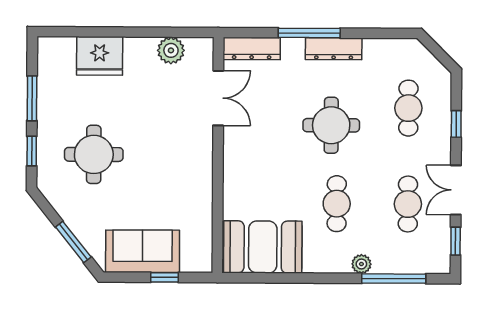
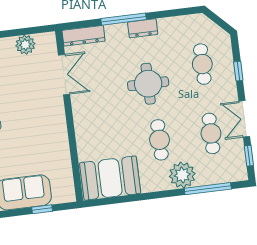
dresser: (334, 49) -> (143, 28), width x0.70
plant: (361, 264) -> (182, 175), width x1.88, depth x1.88

